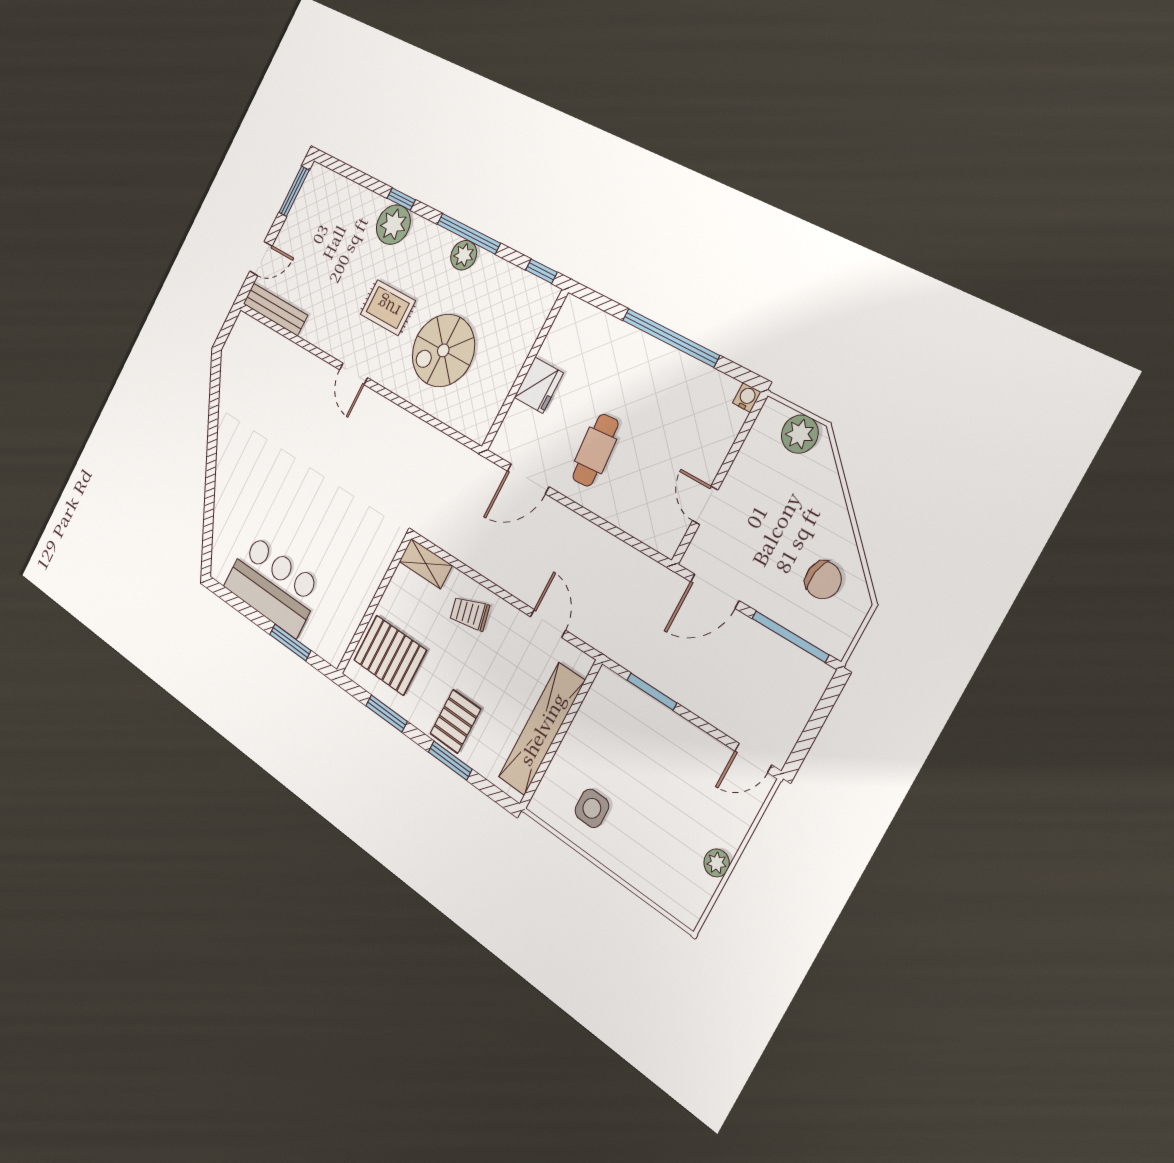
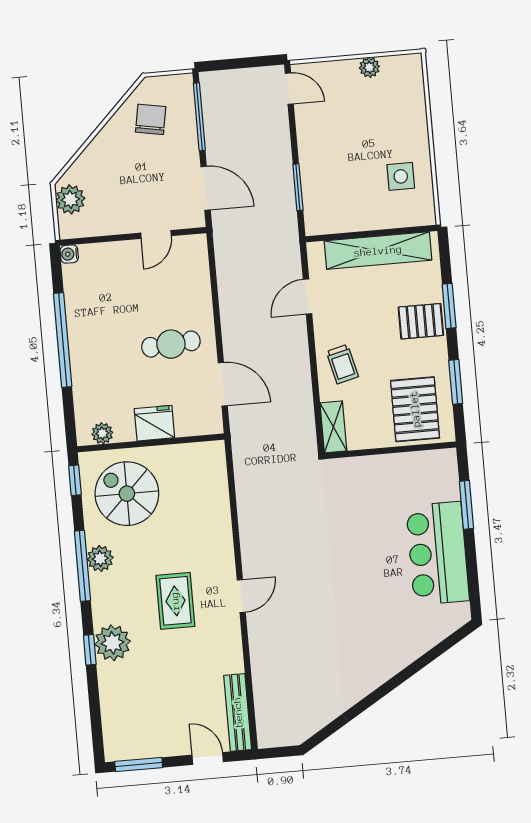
plant: (563, 325) -> (102, 433), added
spiral stairs: (443, 350) -> (127, 494), moved, turned 180

